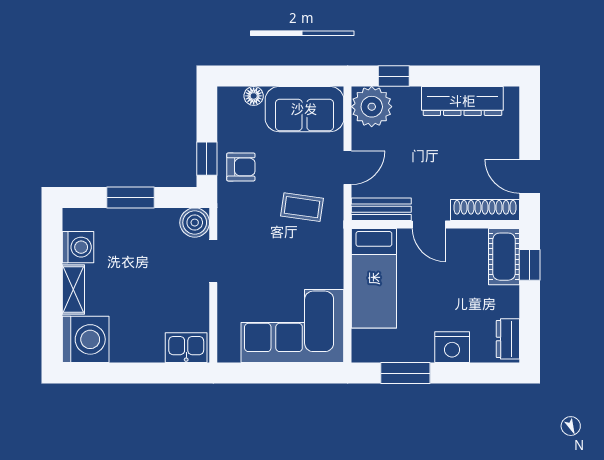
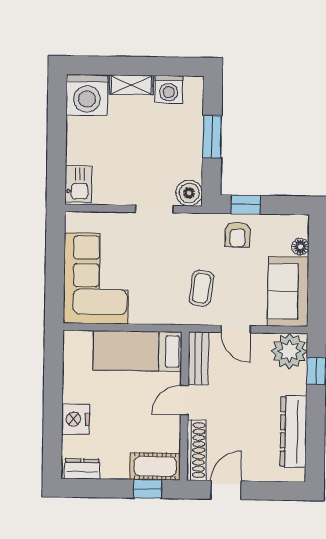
window: (405, 373) -> (53, 378), removed

